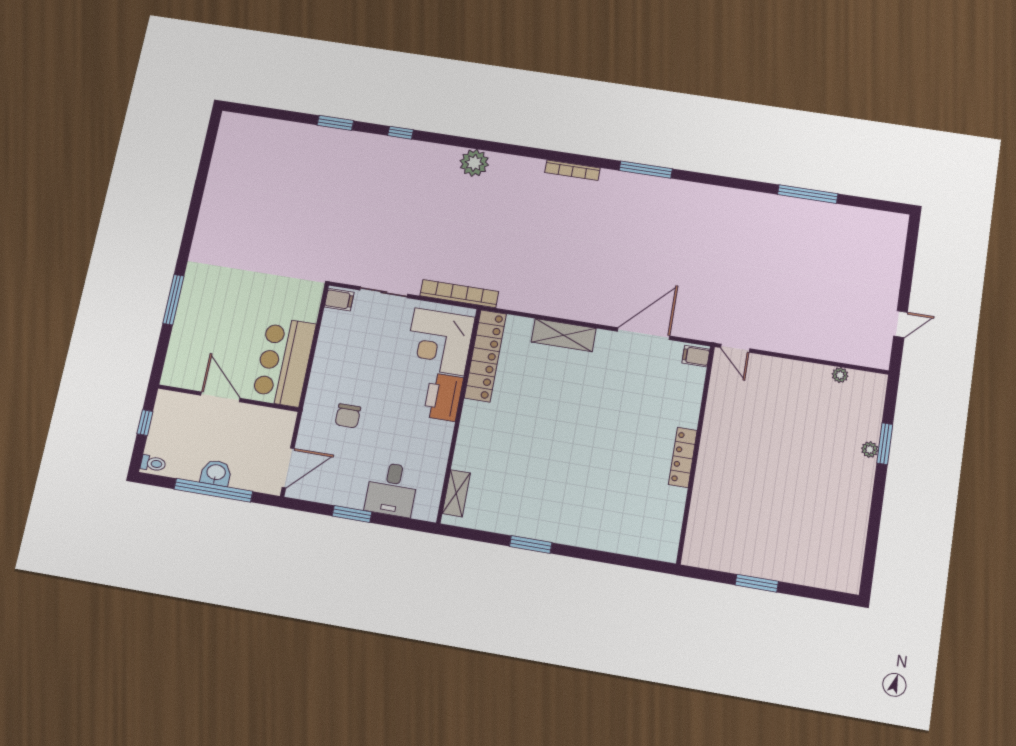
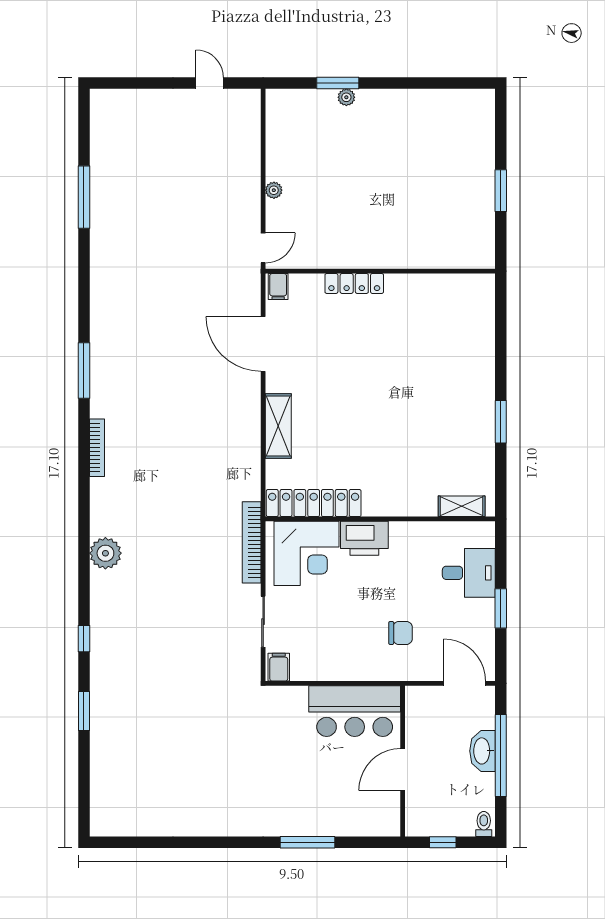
plant: (840, 375) -> (274, 190), moved
locker: (683, 457) -> (354, 283), moved
washbasin: (216, 473) -> (482, 751), width x1.38

